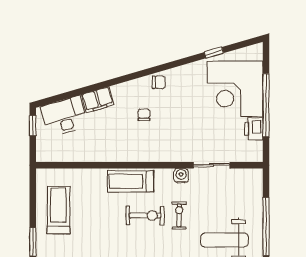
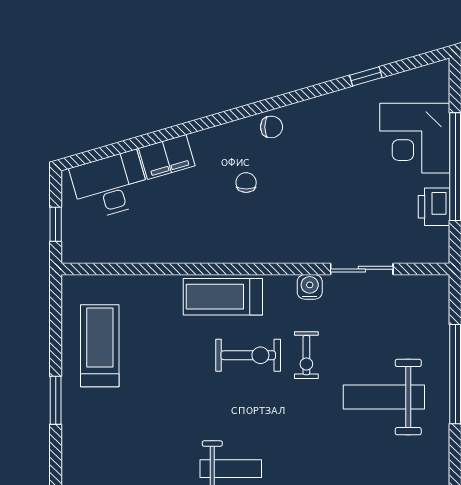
corner desk: (235, 89) -> (415, 138), width x0.74, depth x0.74
window: (33, 126) -> (56, 224), moved
exercise bike: (179, 215) -> (306, 355), turned 180

